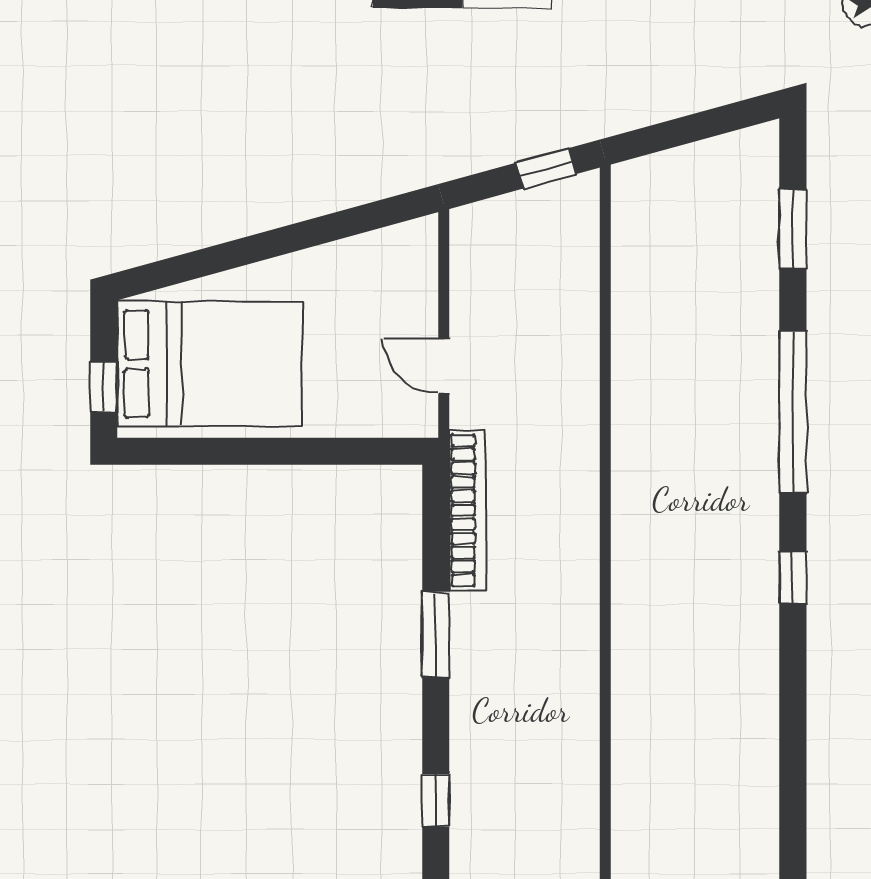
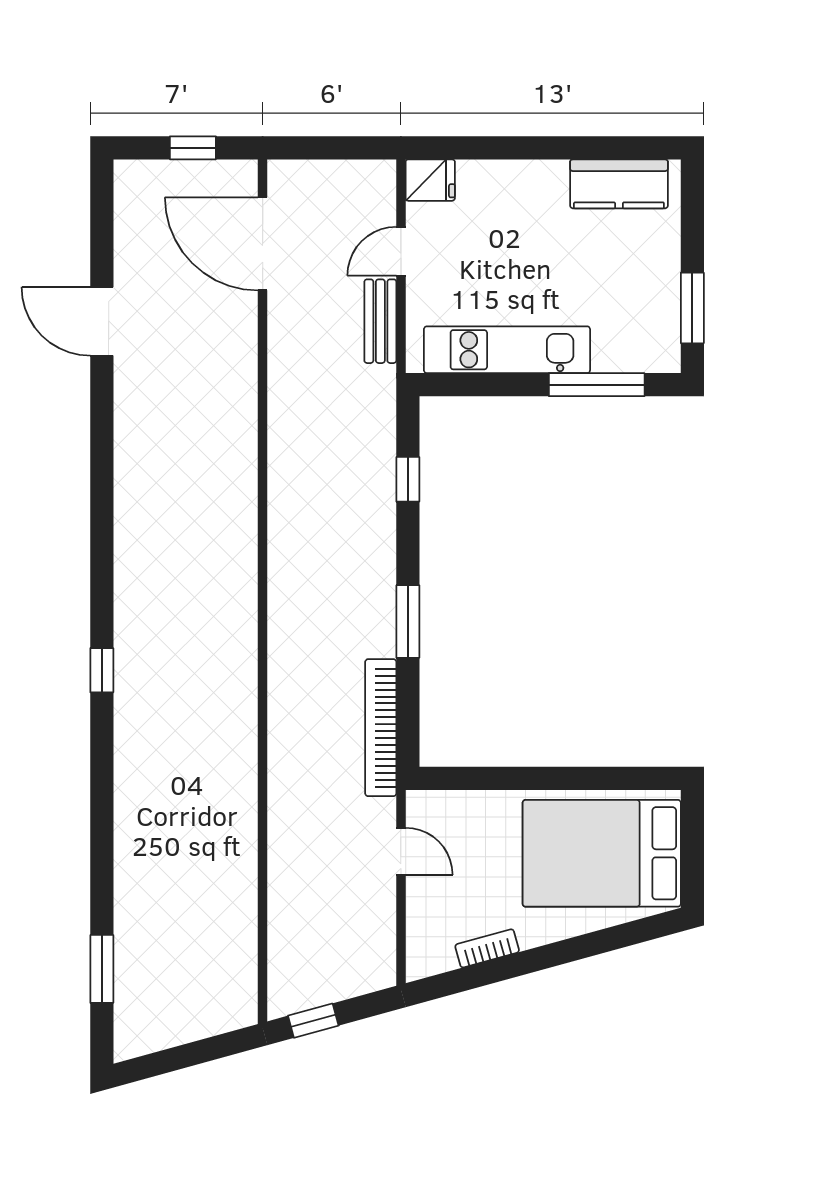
bookcase: (343, 253) -> (487, 948), added
window: (104, 387) -> (692, 834), removed
window: (793, 412) -> (102, 812), removed

